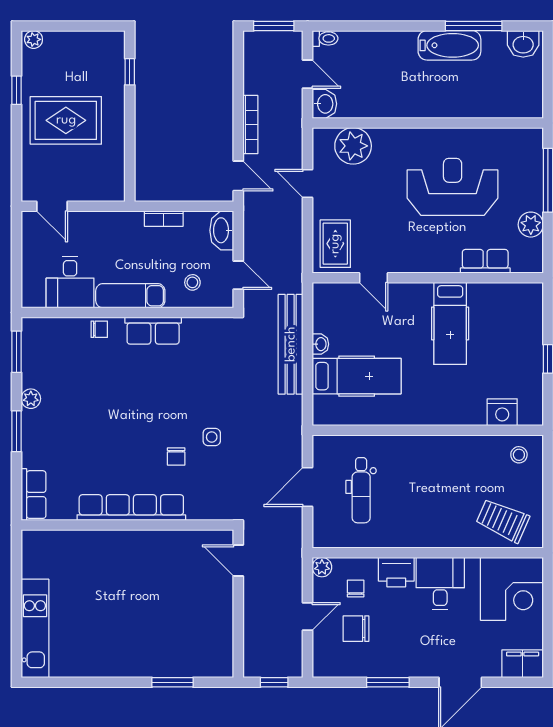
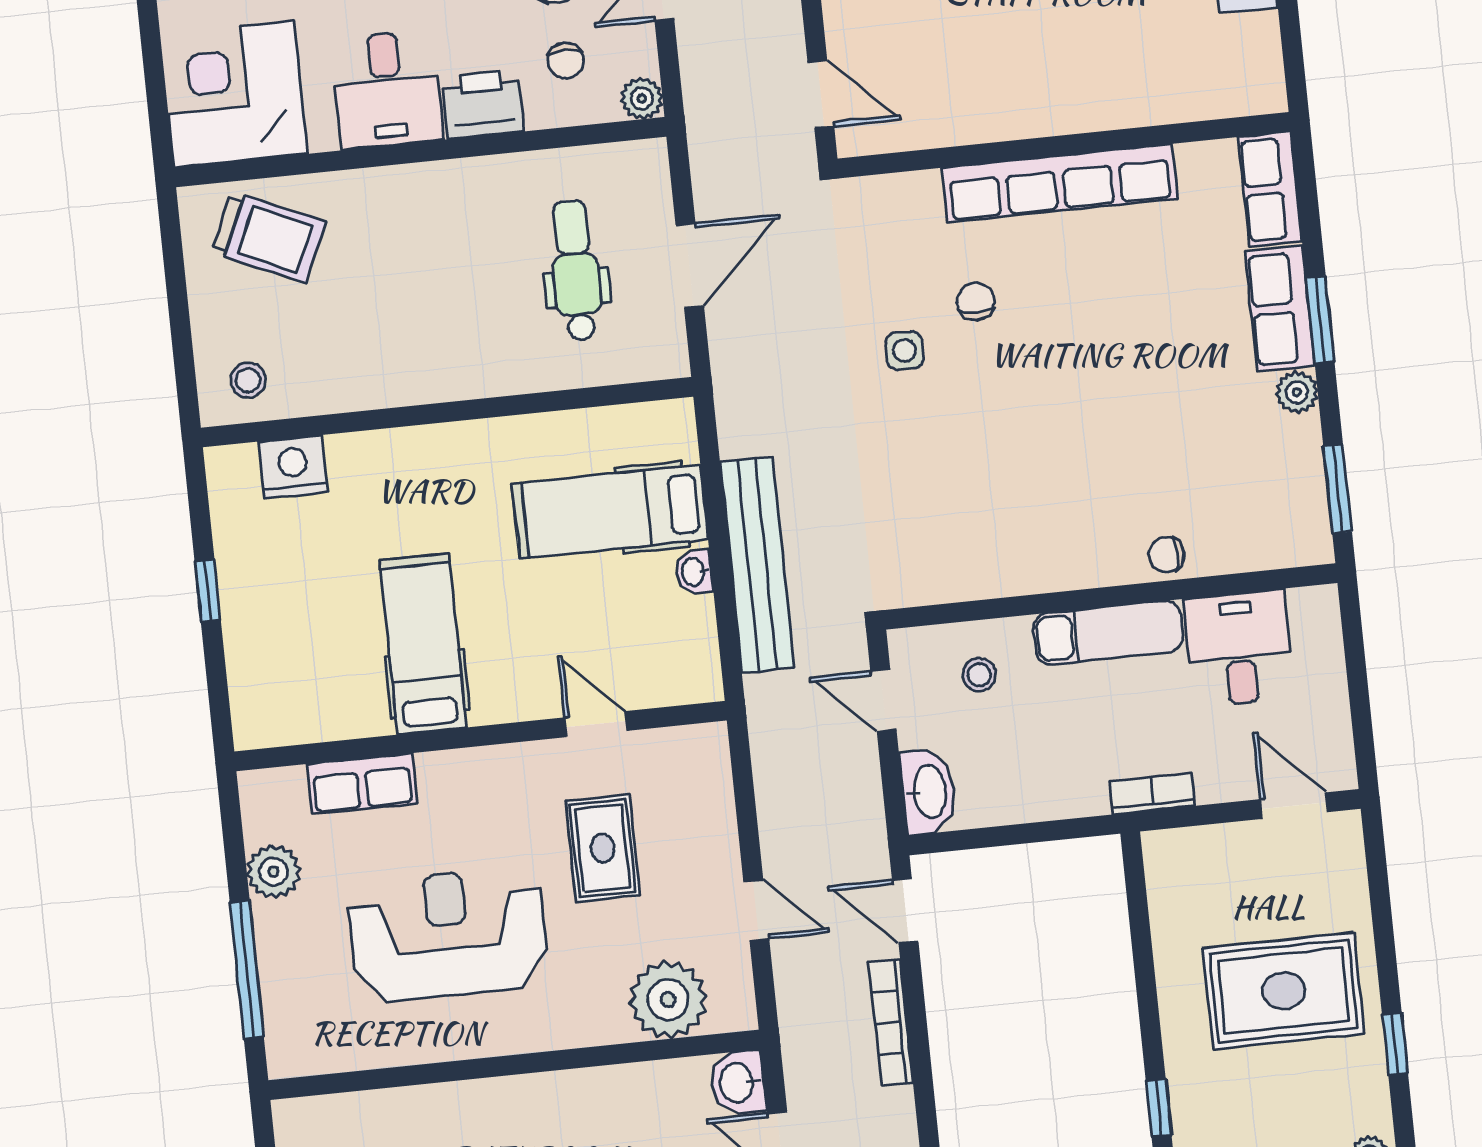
reception desk: (453, 187) -> (448, 935), turned 180
bookcase: (164, 219) -> (1152, 794), moved
rug: (335, 244) -> (603, 848), moved
row of seats: (153, 331) -> (1280, 308), moved, turned -90

